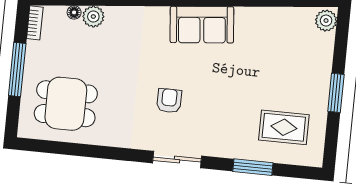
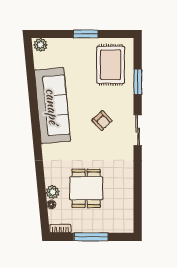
sofa: (202, 25) -> (52, 106), width x1.85, depth x1.27
armchair: (169, 101) -> (102, 121), moved, turned -133
dining table: (66, 104) -> (86, 188), moved
rug: (284, 127) -> (111, 65), width x1.36, depth x1.43

